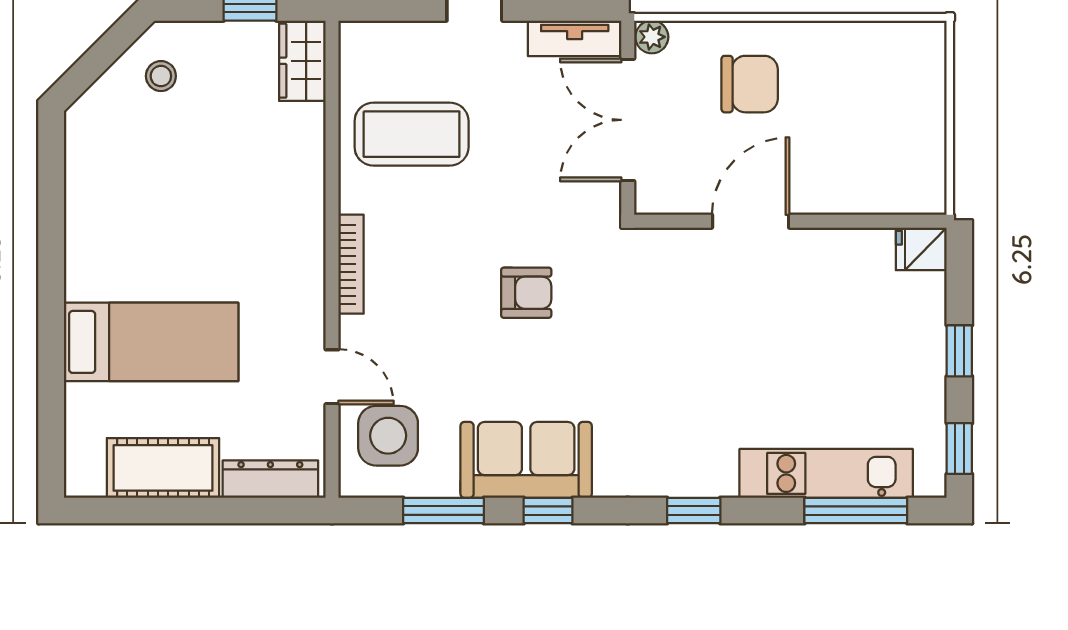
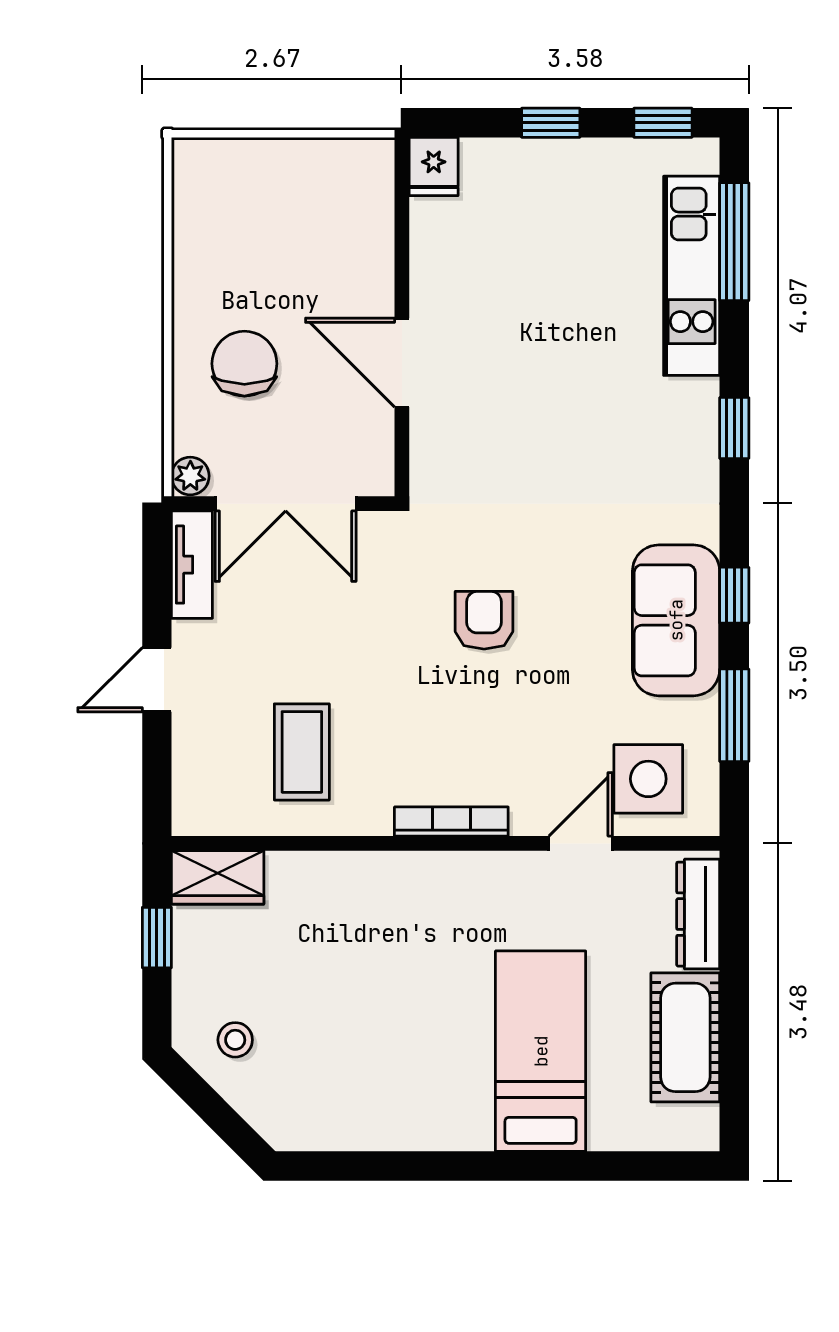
coffee table: (412, 134) -> (302, 752), width x0.73, depth x0.76

